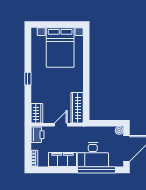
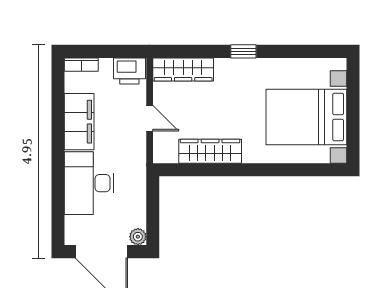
wardrobe: (77, 108) -> (210, 151), moved
wardrobe: (37, 113) -> (183, 69), width x1.50
window: (97, 170) -> (58, 191), removed

